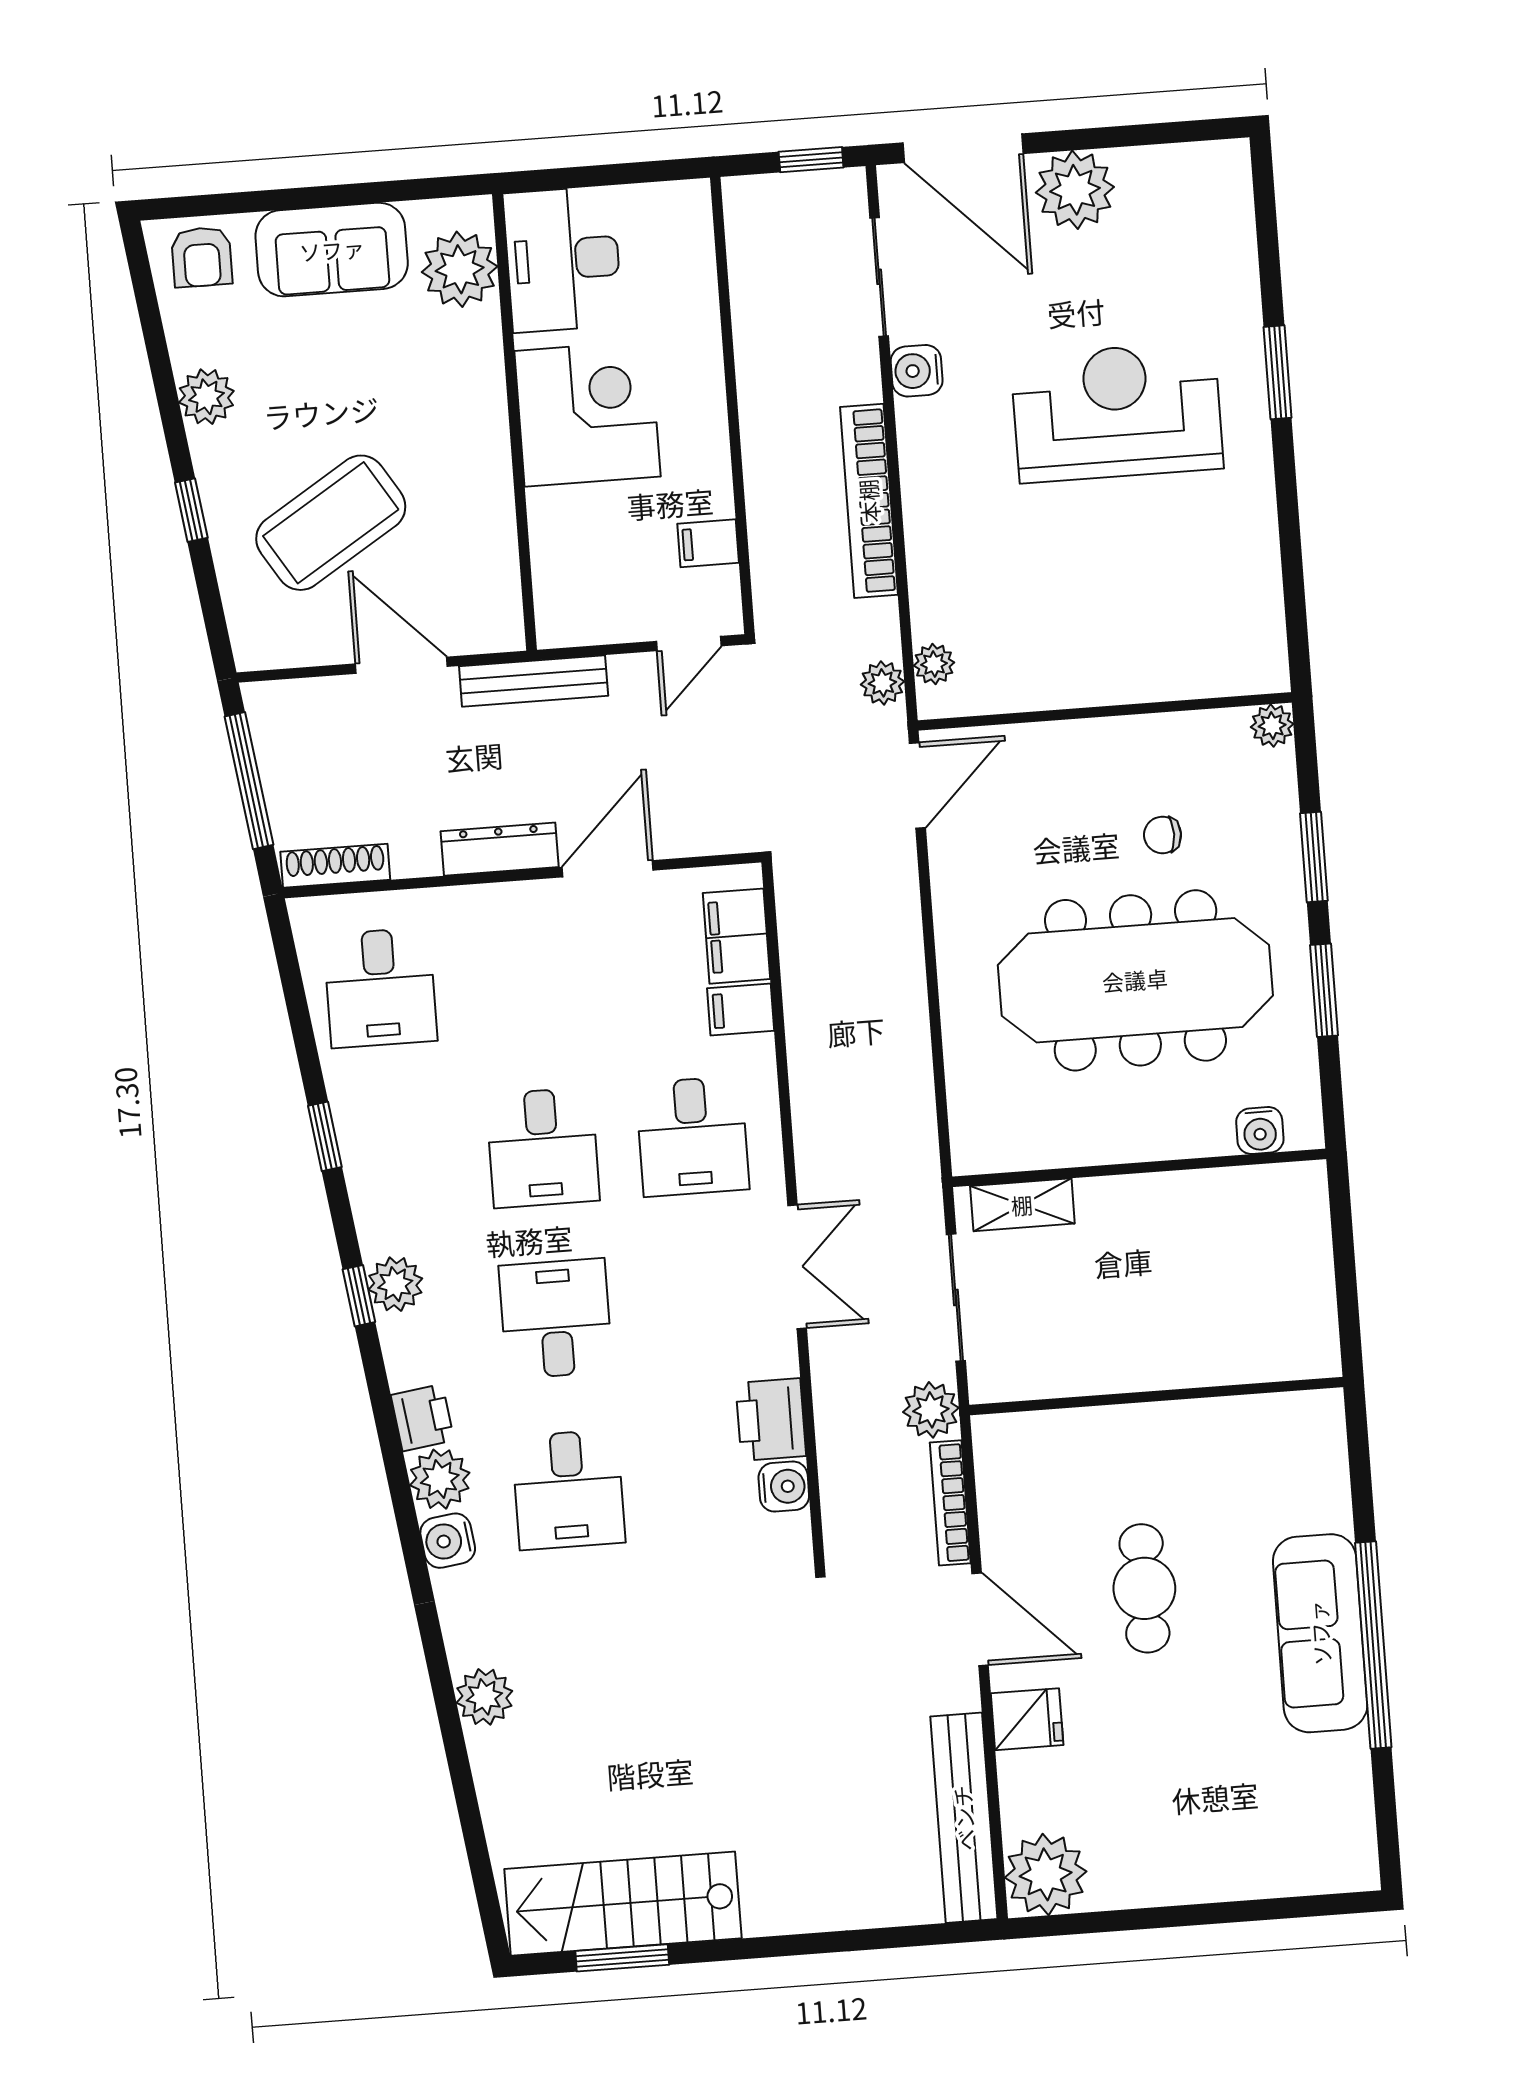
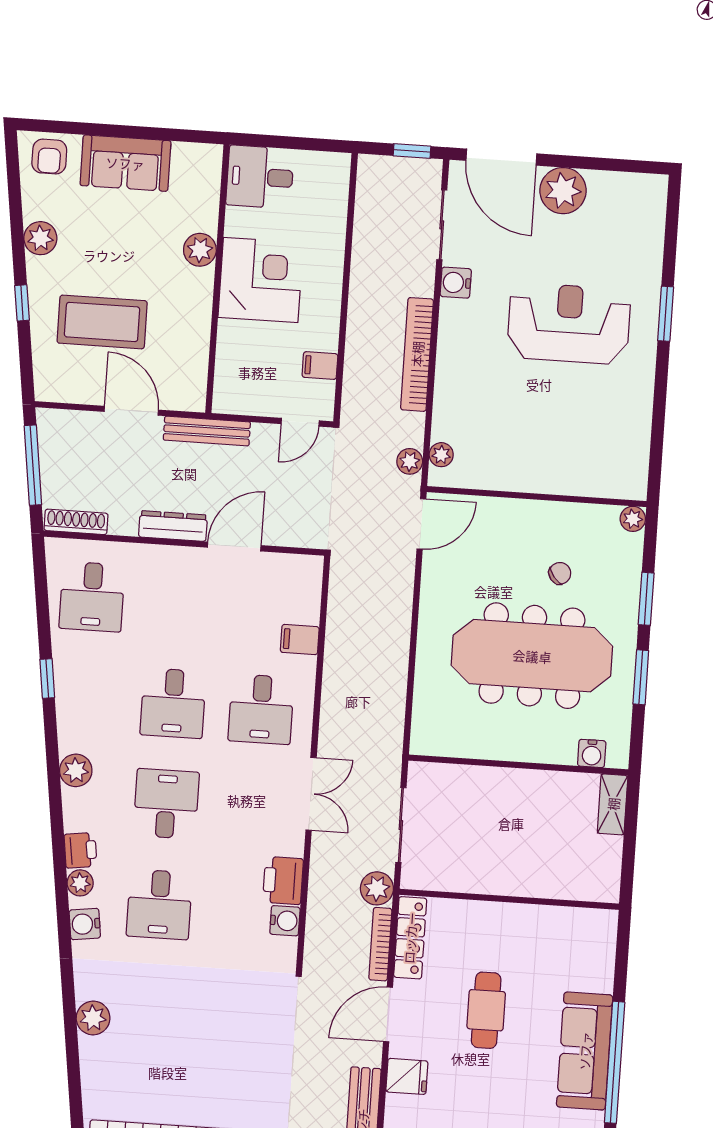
desk: (563, 259) -> (260, 177), width x0.73
plant: (460, 269) -> (200, 250), moved, width x0.73, depth x0.73
coffee table: (331, 523) -> (102, 322), turned 32
chair: (1163, 835) -> (560, 573), turned 142
filing cabinet: (737, 936) -> (304, 596), removed
shelving: (1022, 1205) -> (613, 804), moved, turned 90
window: (359, 1296) -> (54, 774), removed
plant: (440, 1479) -> (80, 883), width x0.73, depth x0.73
locker: (999, 1485) -> (410, 938), added
door: (980, 1619) -> (388, 1014), swing flipped

